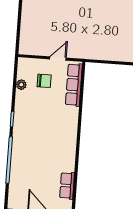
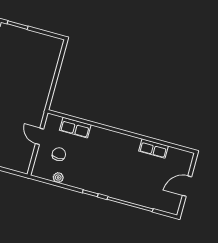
row of seats: (74, 85) -> (75, 128), width x0.68
row of seats: (67, 186) -> (154, 148), moved

